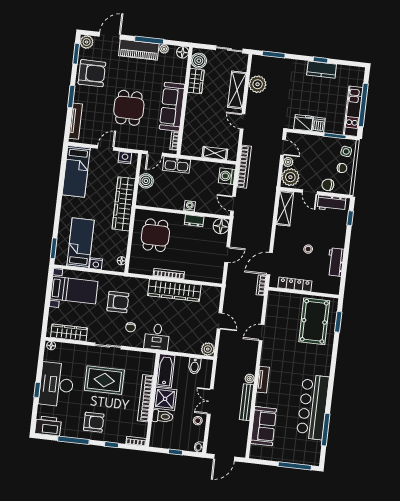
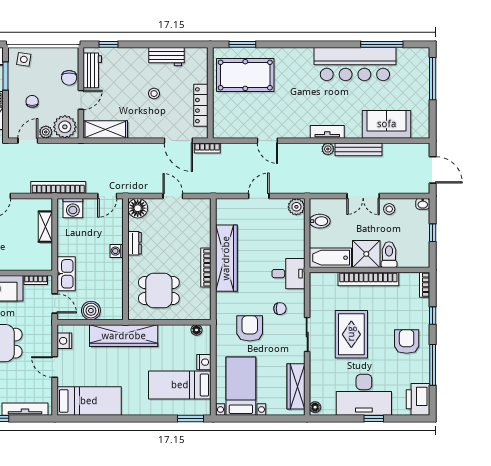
chair: (342, 168) -> (32, 101), moved

